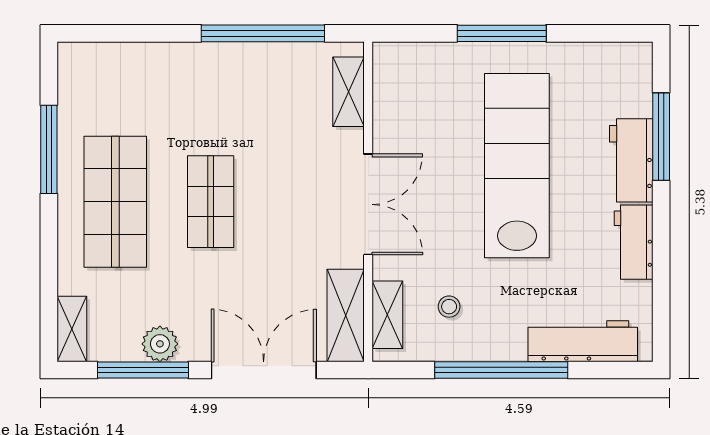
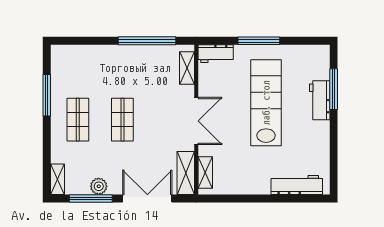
shop shelf: (115, 202) -> (78, 120), width x0.70, depth x0.74
workbench: (634, 242) -> (216, 54), moved, turned -90
stool: (449, 307) -> (234, 169), removed
window: (501, 370) -> (259, 198), removed

